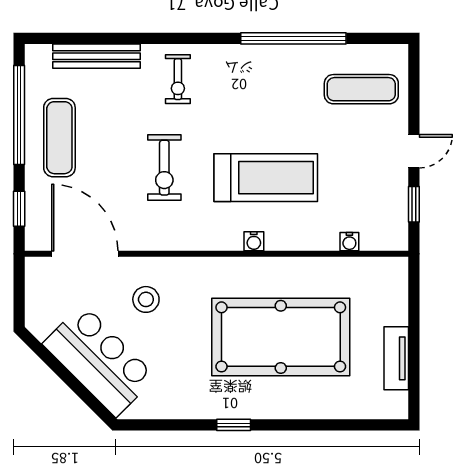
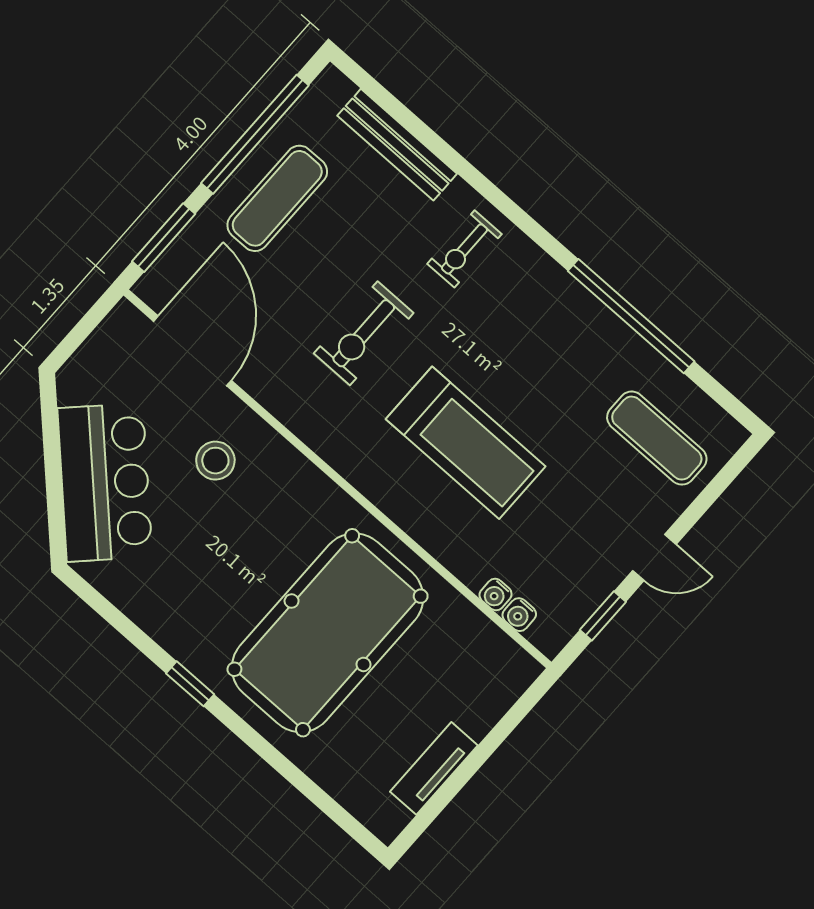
window: (19, 209) -> (164, 238), width x1.50
water cooler: (254, 241) -> (519, 615), moved
pool table: (281, 337) -> (328, 633), turned 90

